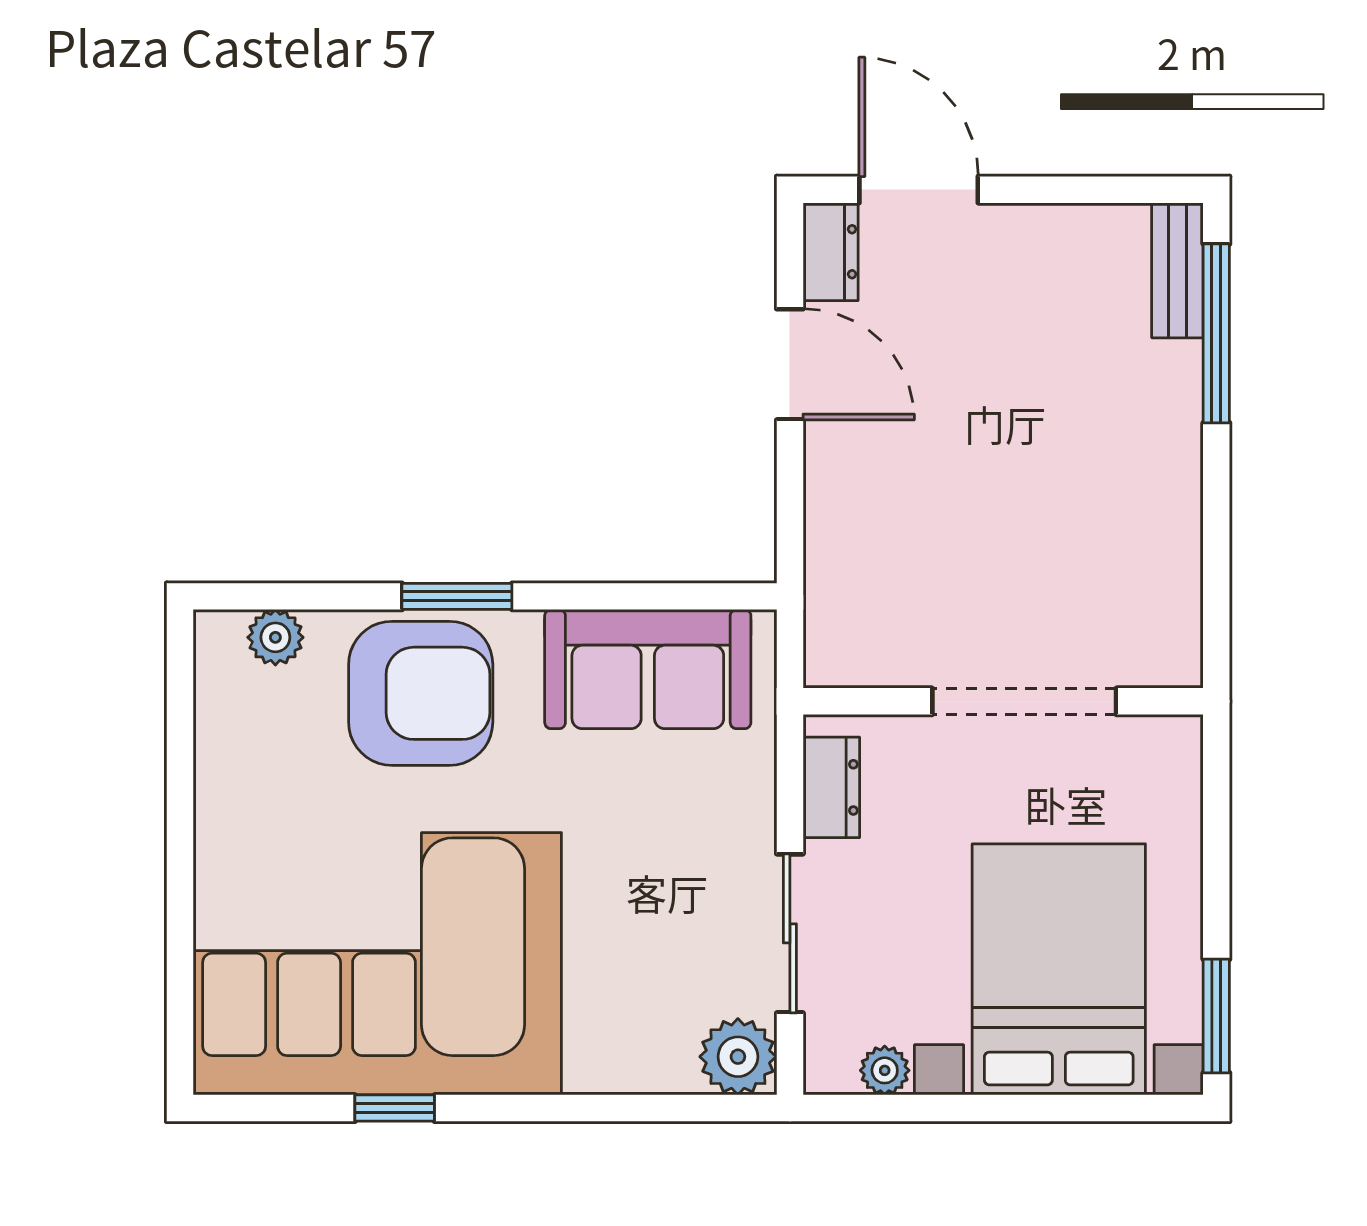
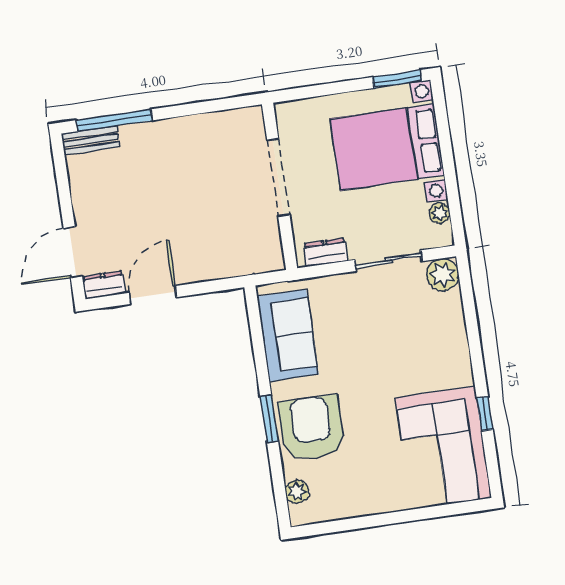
corner sofa: (377, 964) -> (443, 448), width x0.73, depth x0.74

